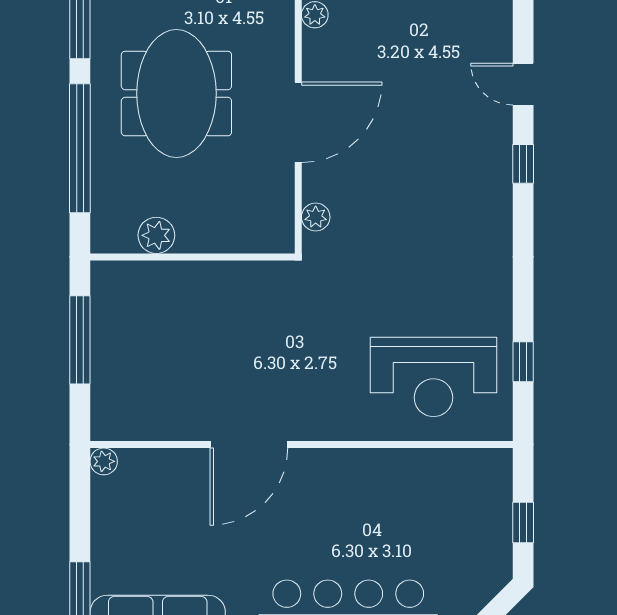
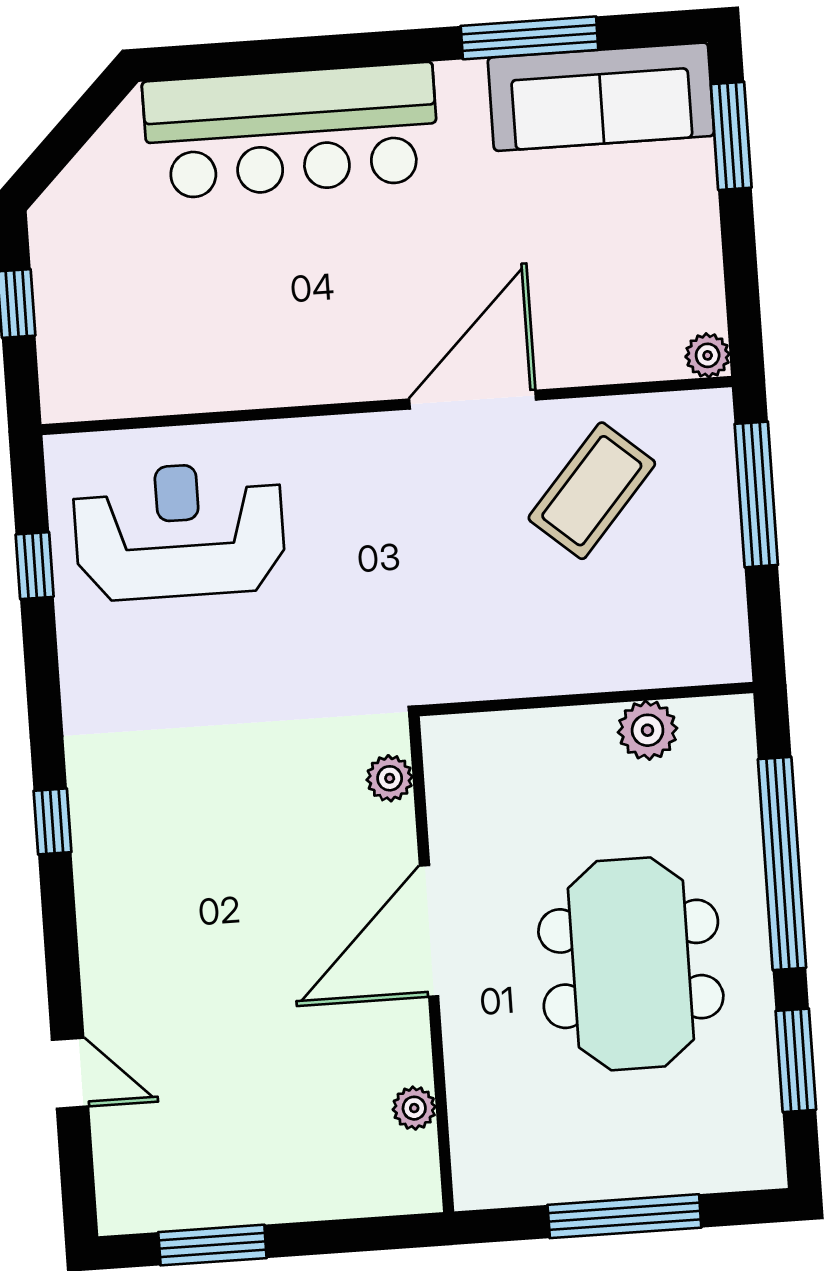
door: (523, 84) -> (70, 1073), moved
window: (523, 164) -> (52, 821), moved
window: (80, 340) -> (756, 494), moved
coffee table: (180, 384) -> (592, 491), added

